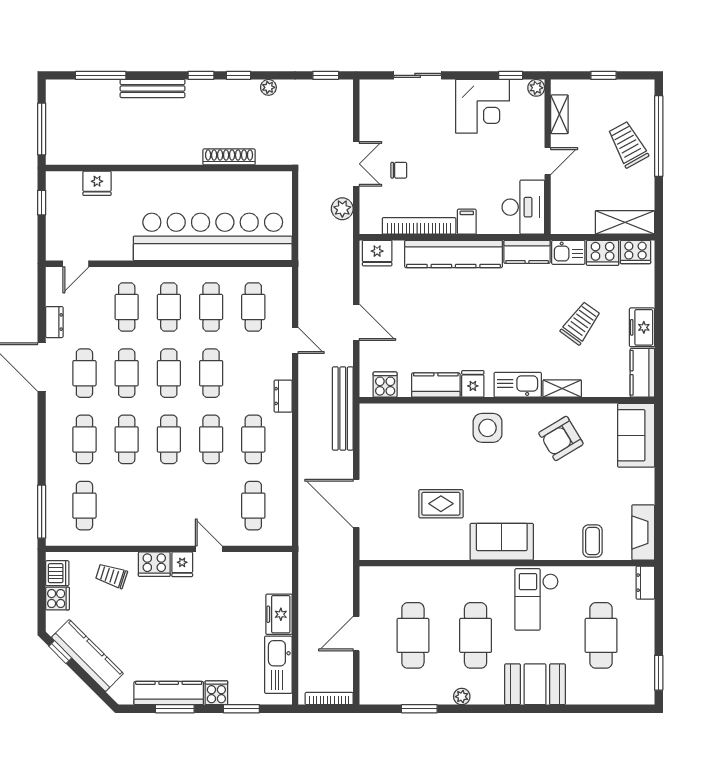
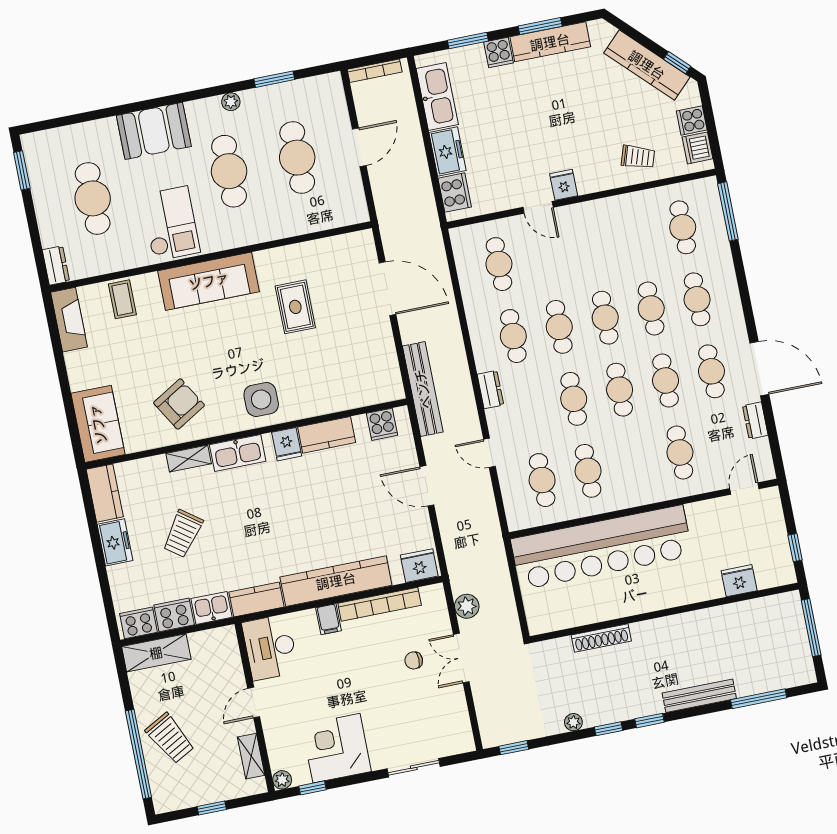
cafe table: (169, 307) -> (634, 462), removed
rug: (441, 504) -> (295, 307), turned 90
sofa: (502, 542) -> (209, 281), width x1.36
cooker: (154, 564) -> (455, 193), moved, turned 90

